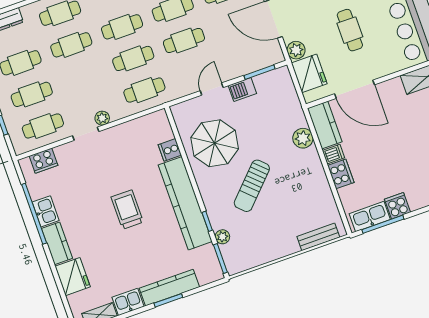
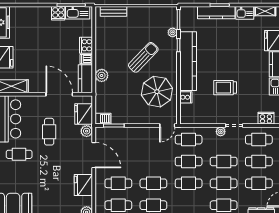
cafe table: (184, 40) -> (224, 161), moved
door: (212, 89) -> (167, 126), moved
barbecue: (242, 89) -> (103, 119), moved
trolley: (127, 210) -> (225, 88), moved, turned 90

